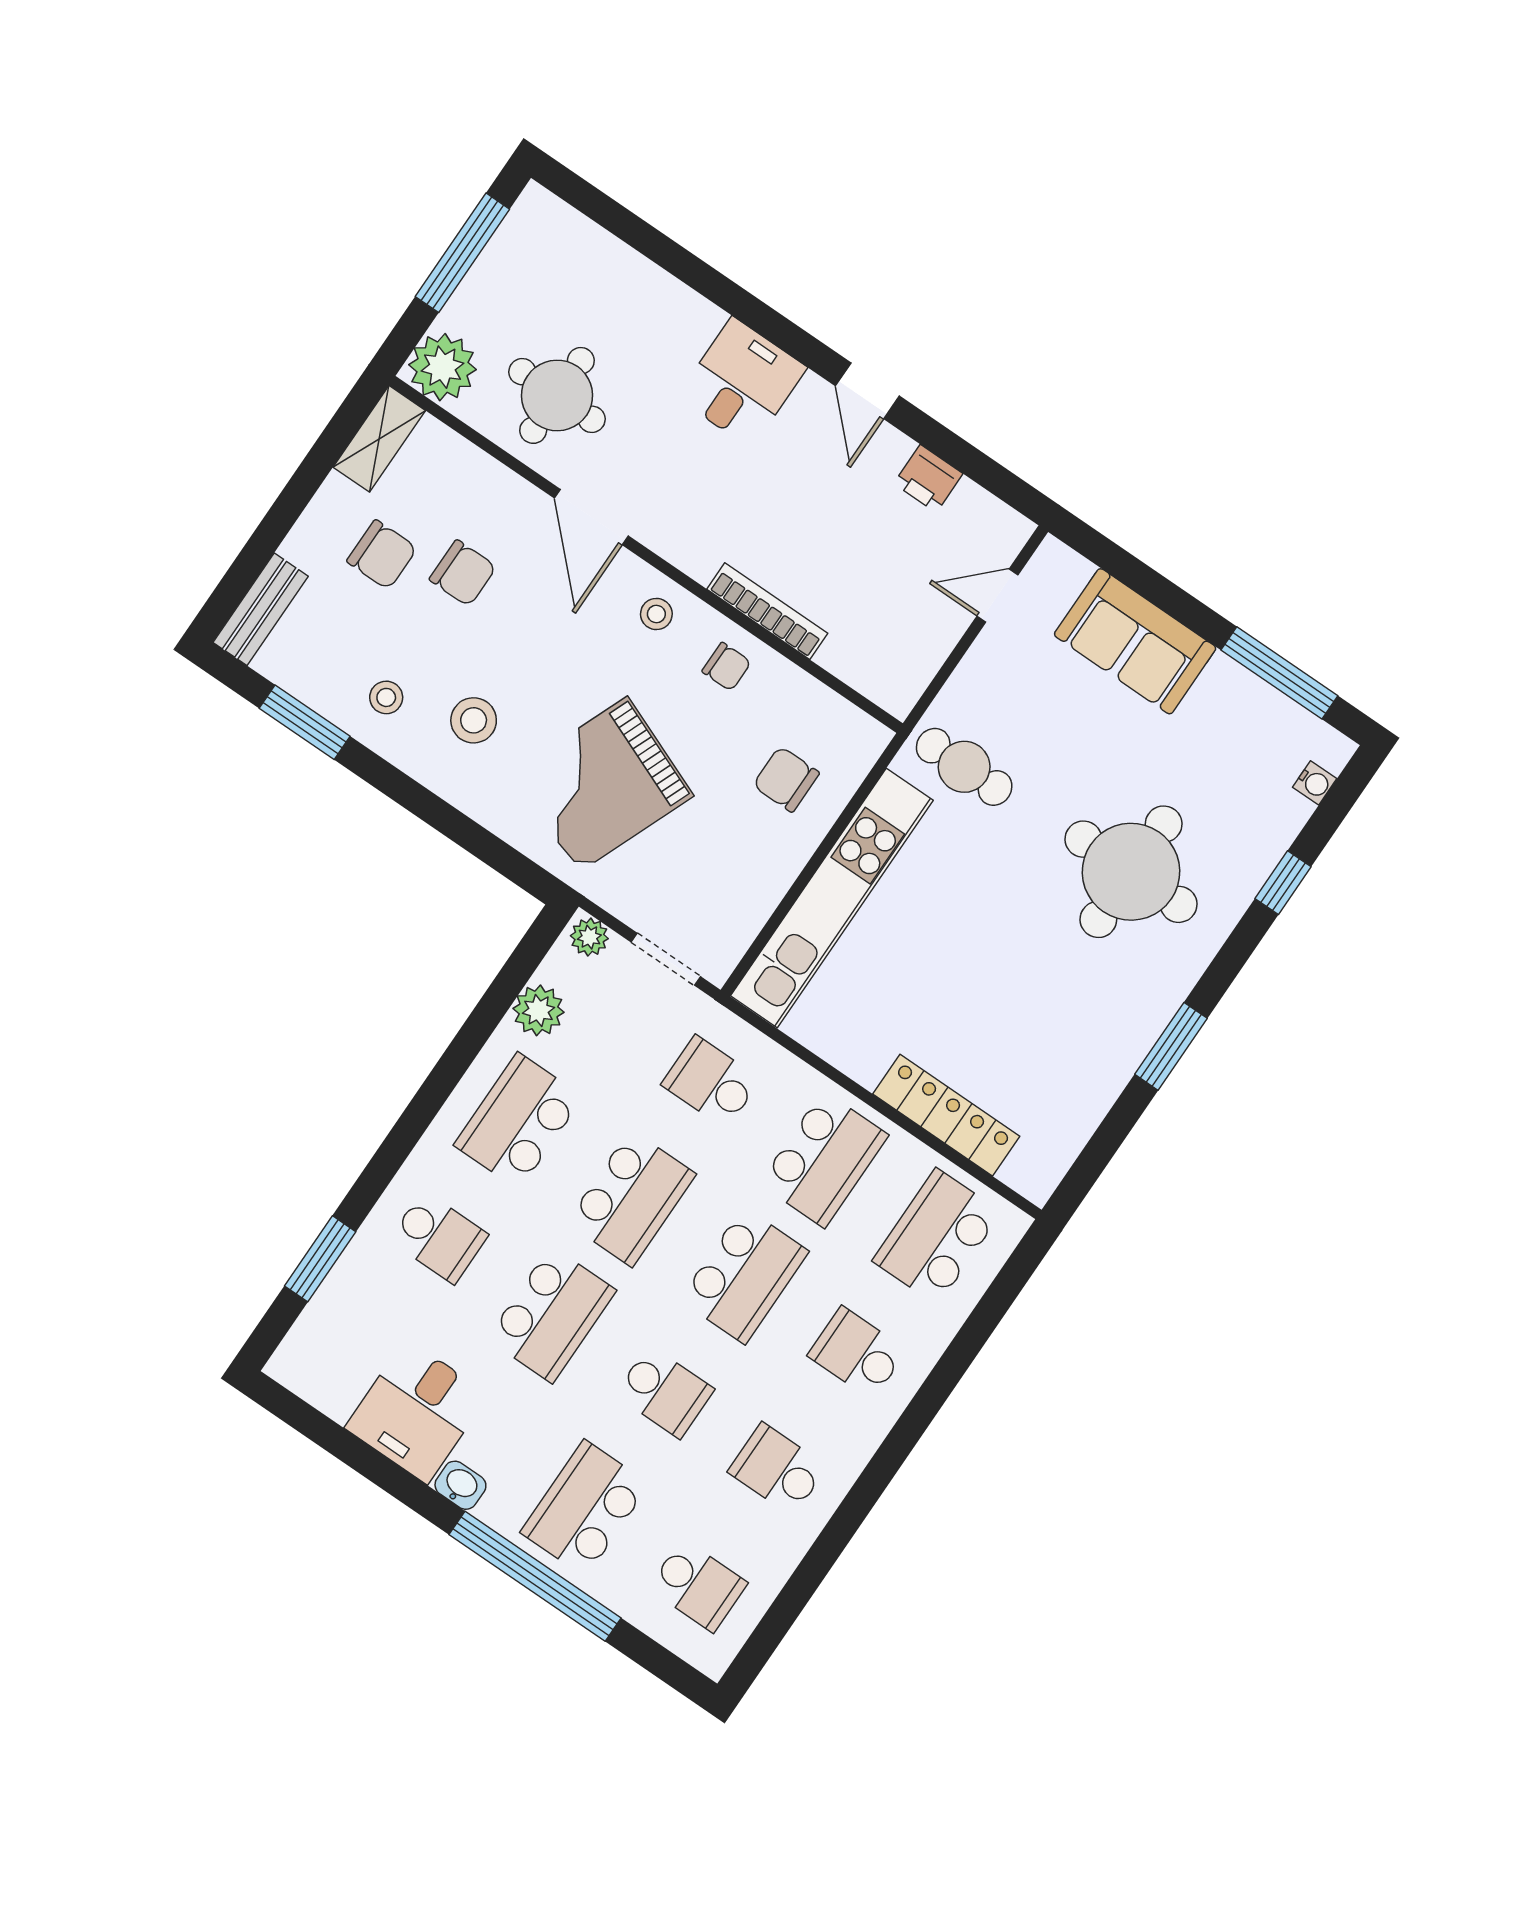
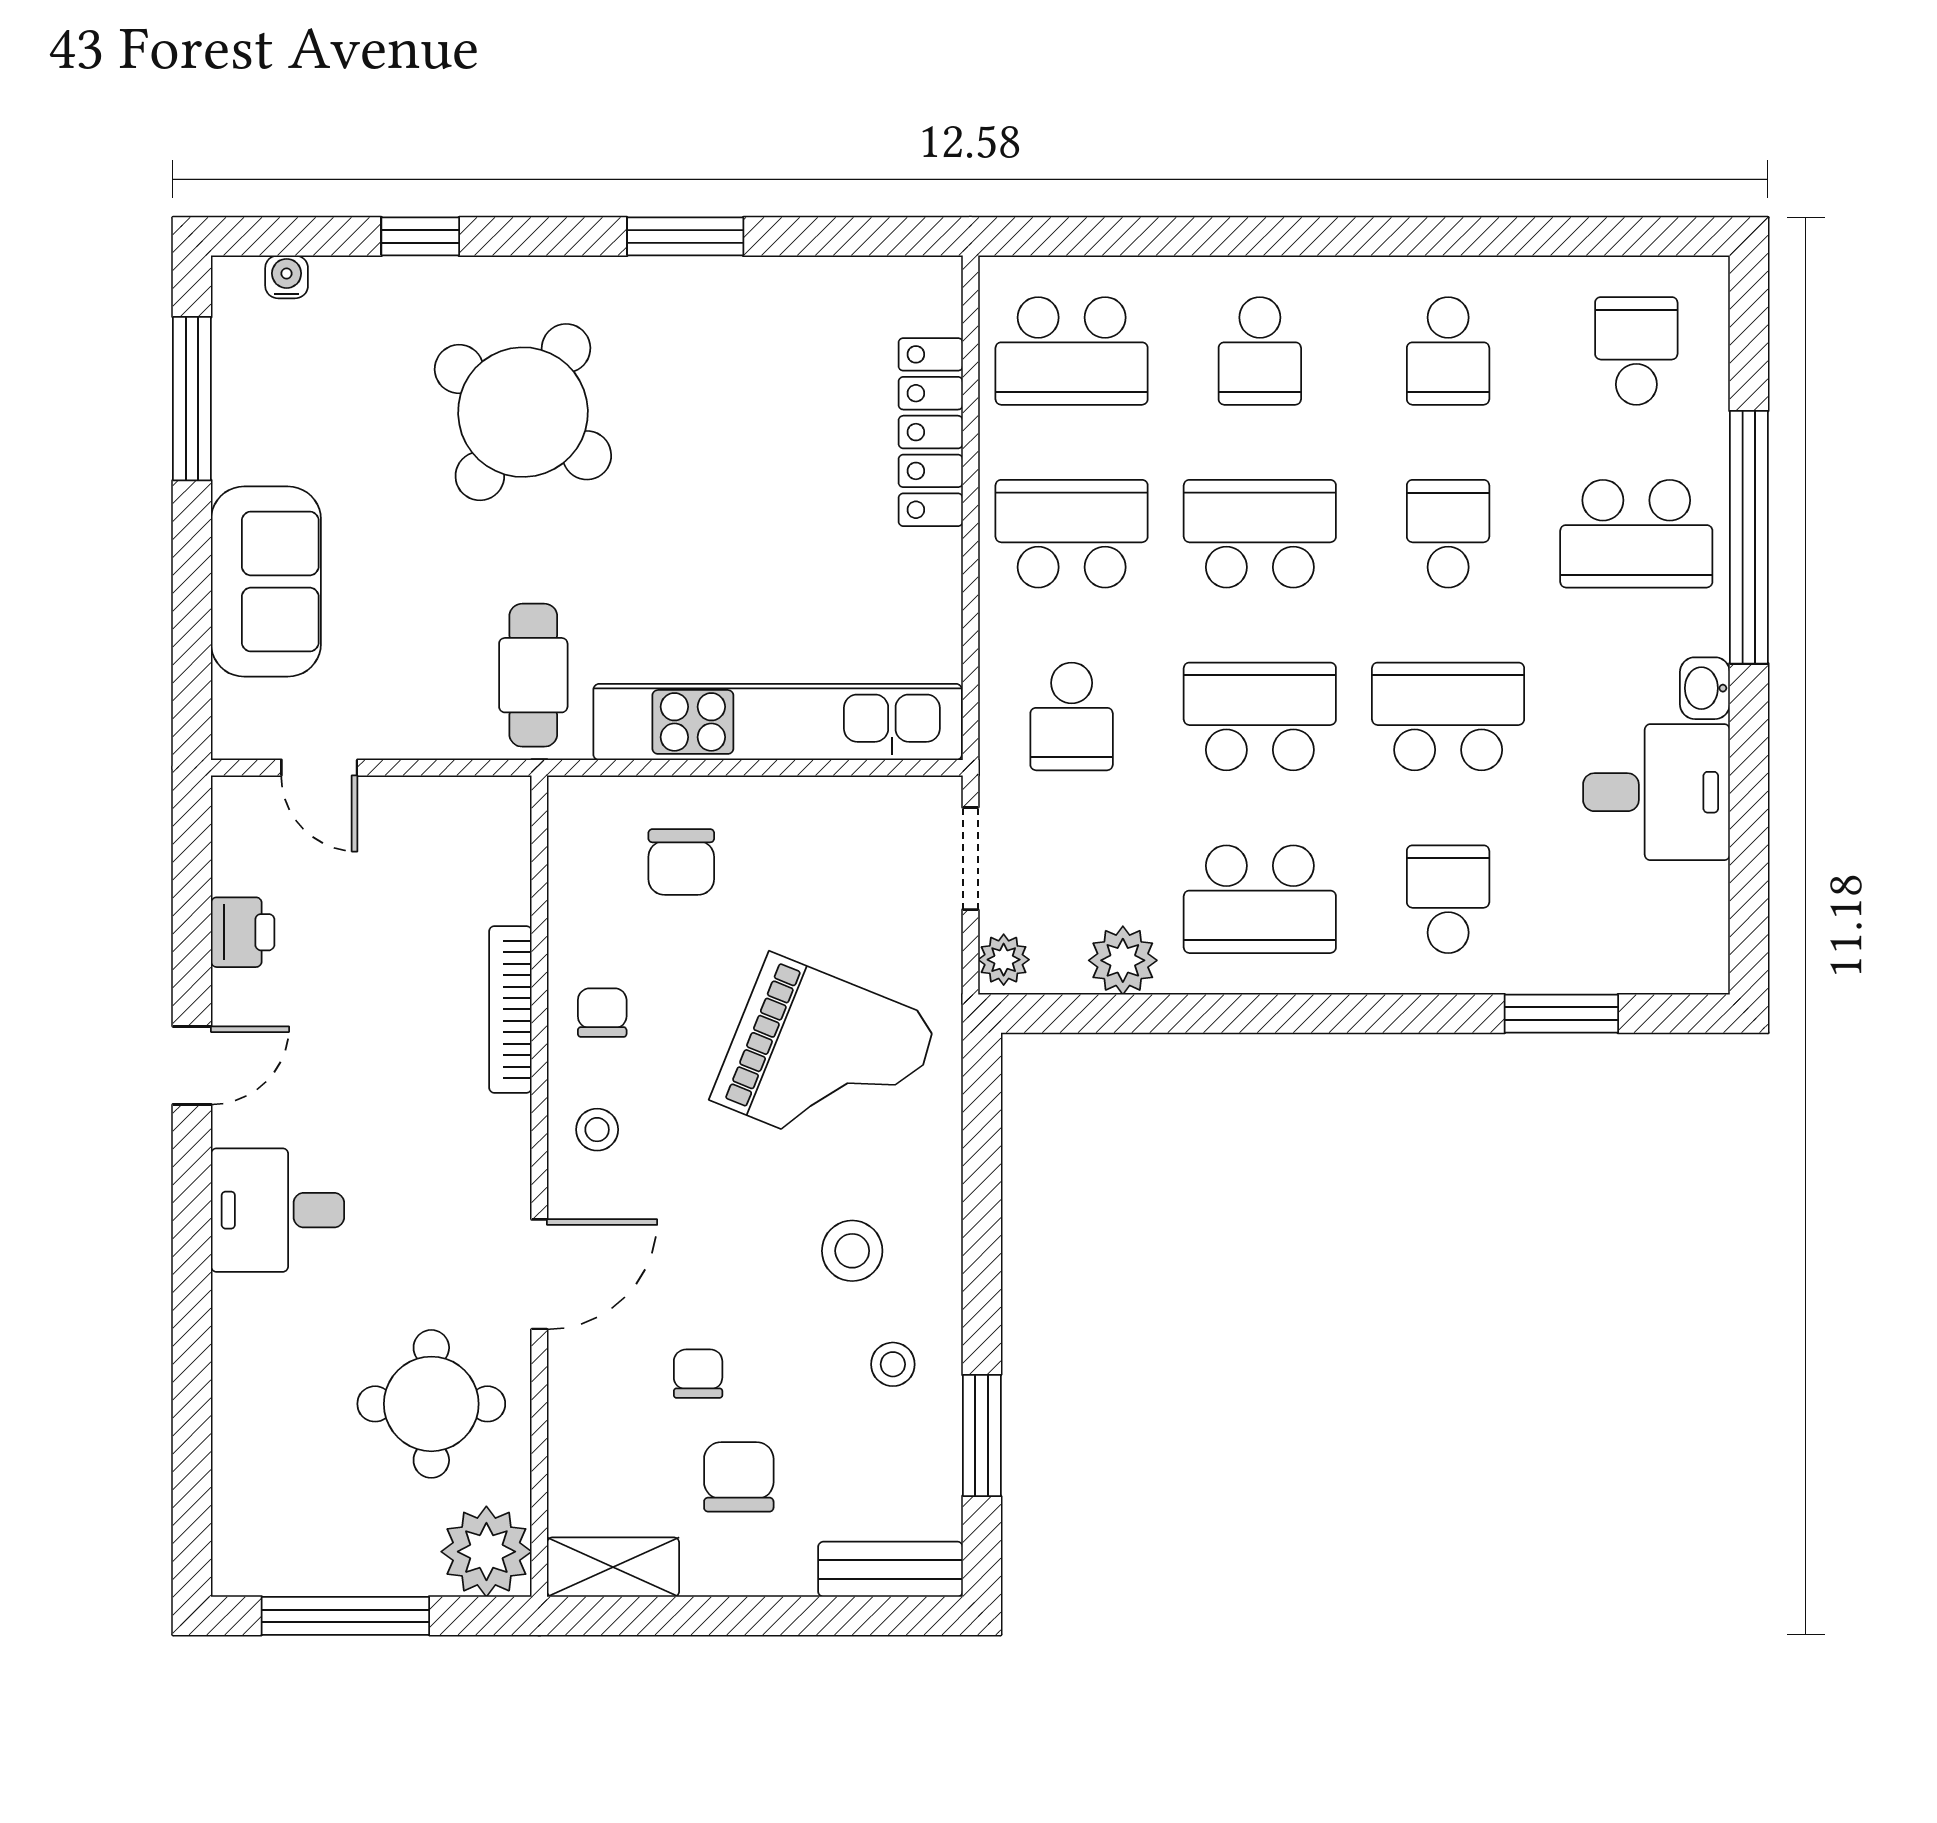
chair: (463, 573) -> (698, 1374), width x0.73, depth x0.73
round table: (1131, 872) -> (523, 412), turned 34

